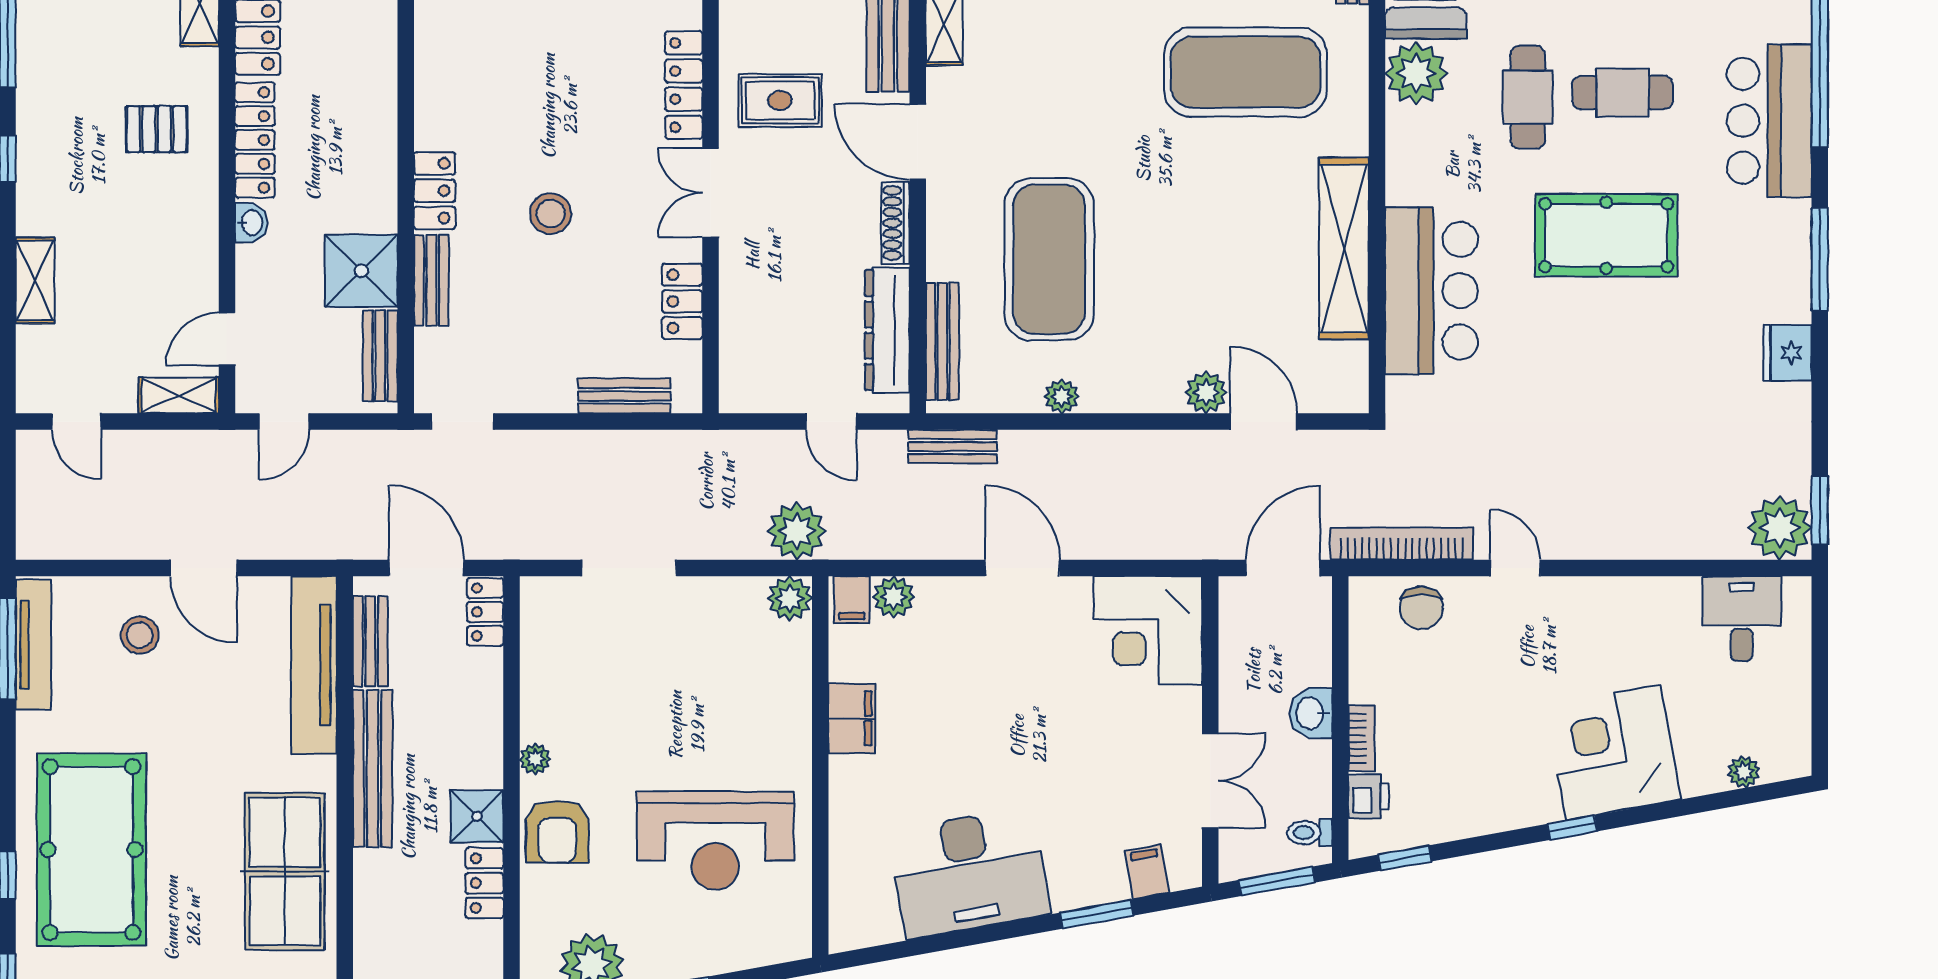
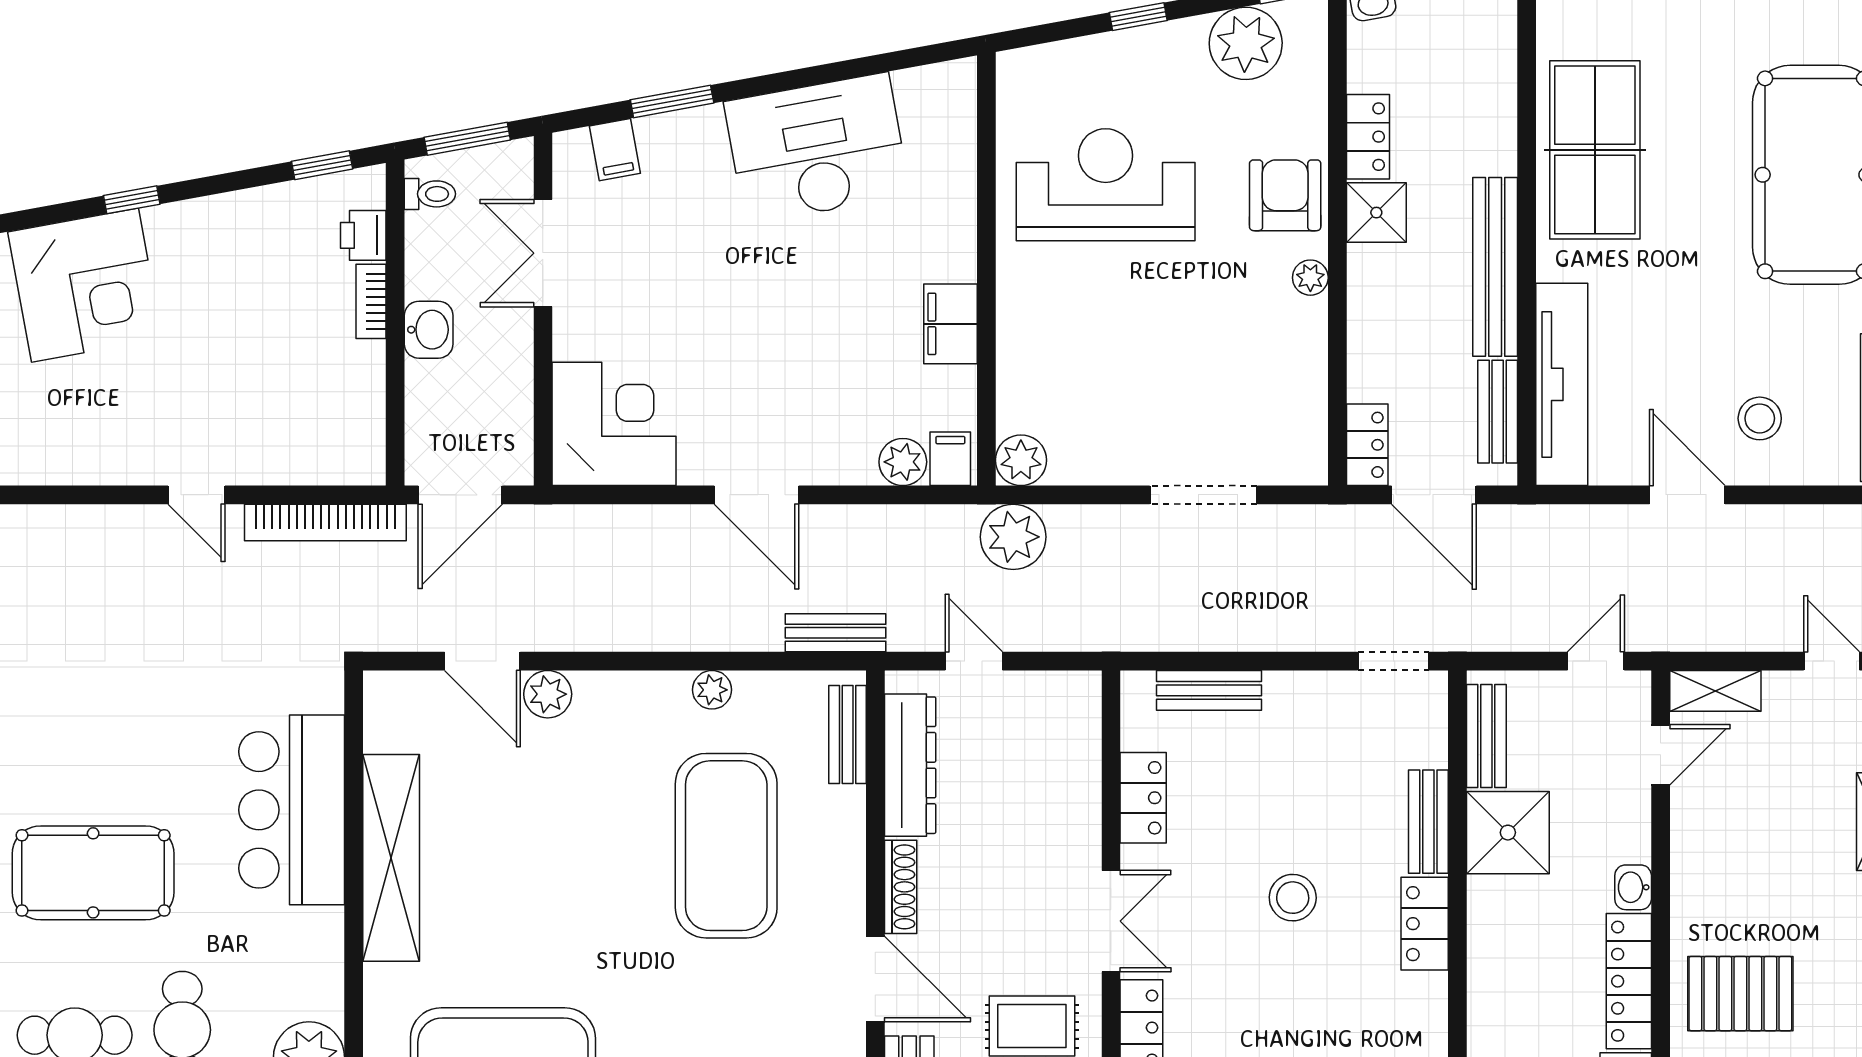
pallet: (157, 129) -> (1740, 994), width x1.50, depth x1.42
bench: (942, 341) -> (848, 735), width x0.73
chair: (1421, 608) -> (303, 449), removed

